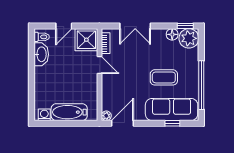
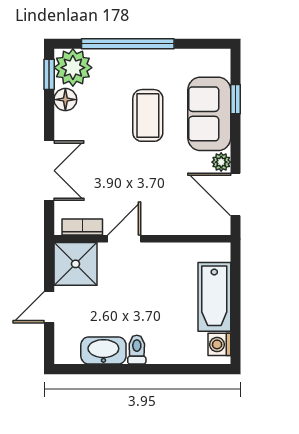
door: (64, 26) -> (49, 307), swing flipped
toilet: (42, 37) -> (137, 350), moved
window: (201, 85) -> (128, 44), moved
sofa: (172, 109) -> (209, 114), width x0.73
plant: (106, 116) -> (221, 162), moved

